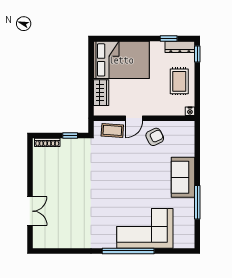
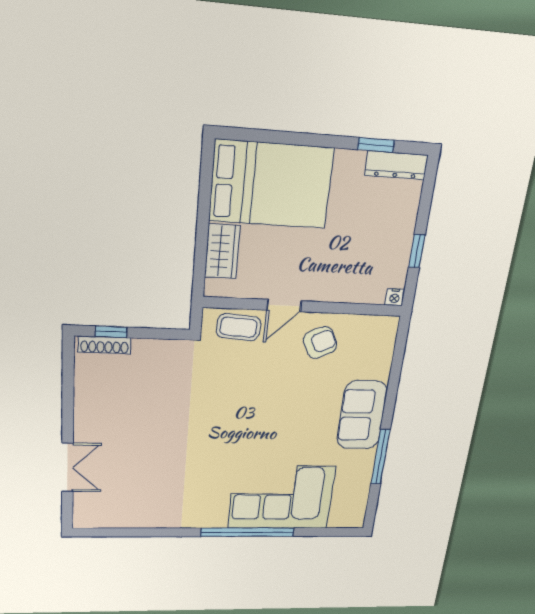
window: (197, 54) -> (417, 251), moved
rug: (179, 81) -> (384, 237), removed
window: (70, 135) -> (111, 332), moved

